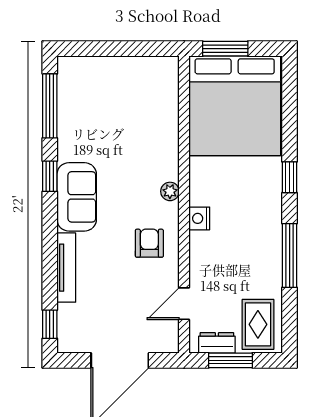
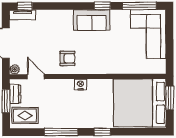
corner sofa: (104, 89) -> (148, 34), added
plant: (170, 191) -> (15, 69), moved
tv unit: (66, 268) -> (22, 15), moved, width x0.71

